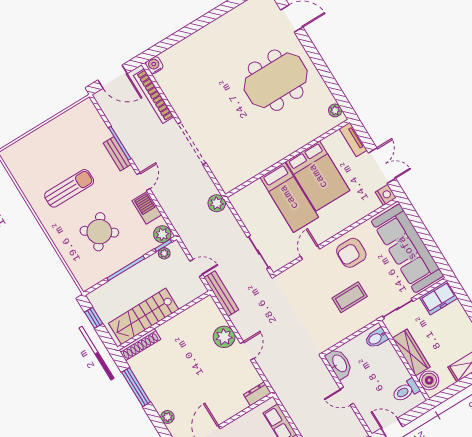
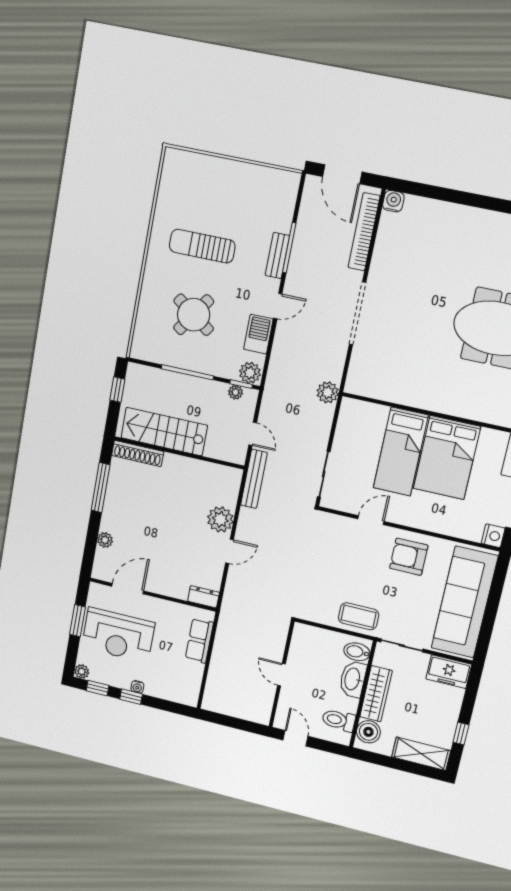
sun lounger: (69, 188) -> (202, 246), turned 180
coffee table: (350, 297) -> (359, 616), moved
washbasin: (339, 364) -> (353, 679), moved, turned 180

